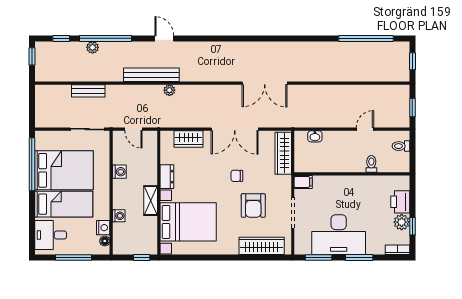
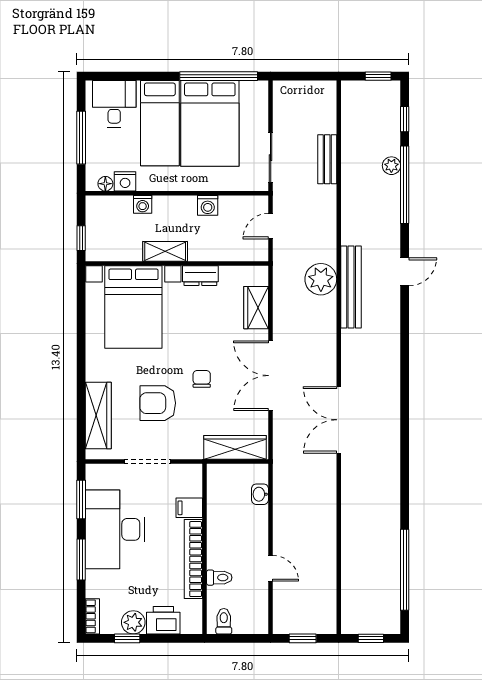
bench: (151, 75) -> (351, 287), moved
plant: (169, 90) -> (321, 279), width x1.88, depth x1.88
toilet: (401, 146) -> (224, 621), moved
bookcase: (359, 181) -> (193, 559), added
filing cabinet: (303, 182) -> (189, 508), moved, turned 90

